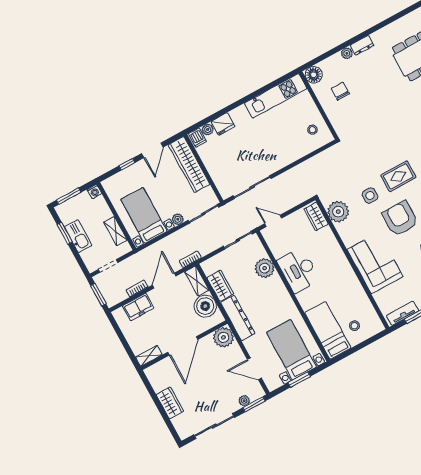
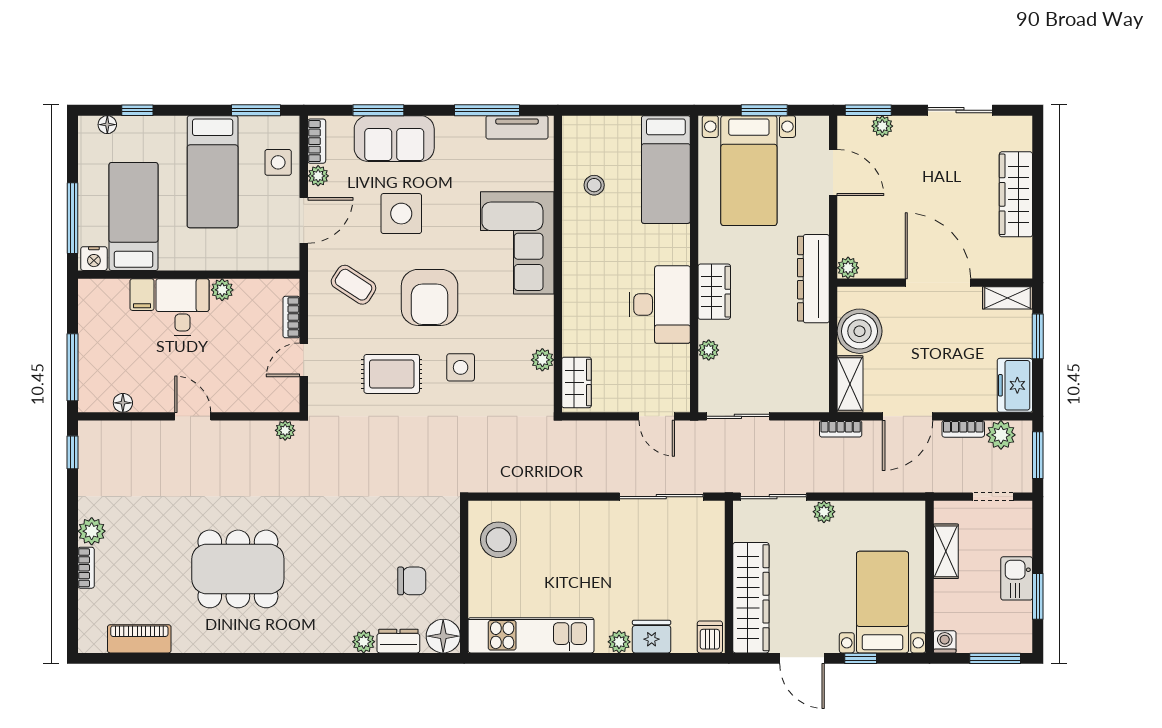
dresser: (362, 45) -> (398, 641), moved
chair: (340, 91) -> (412, 581), turned -90
plant: (208, 129) -> (619, 642), moved
stool: (312, 130) -> (499, 540), width x1.89, depth x1.89
door: (152, 150) -> (802, 658), swing flipped
plant: (338, 212) -> (542, 360), width x0.53, depth x0.53
bed with nightstands: (144, 215) -> (882, 602), moved, turned 180
kitchen sink: (78, 236) -> (1017, 578), width x0.73
plant: (265, 268) -> (709, 350), width x0.53, depth x0.53
wardrobe: (220, 286) -> (714, 292), moved, turned 180
plant: (119, 295) -> (1001, 435), added
freezer: (138, 307) -> (1015, 385), moved, turned -90
stool: (354, 326) -> (594, 185), moved
plant: (223, 337) -> (848, 268), width x0.53, depth x0.53
window: (127, 346) -> (1038, 336), added
door: (183, 346) -> (938, 283), hinge flipped
wardrobe: (170, 403) -> (1016, 194), width x1.50
sliding door: (214, 426) -> (960, 110), width x0.73

